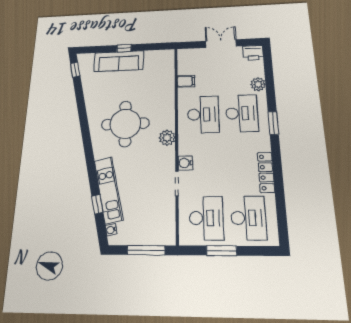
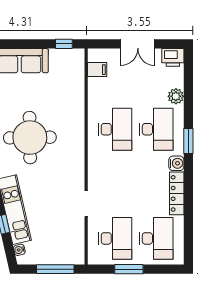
double door: (221, 44) -> (138, 44), swing flipped
window: (124, 48) -> (64, 44), moved
filing cabinet: (186, 81) -> (97, 70), moved
plant: (167, 138) -> (76, 155), removed
water cooler: (185, 163) -> (176, 163), moved, turned 180

